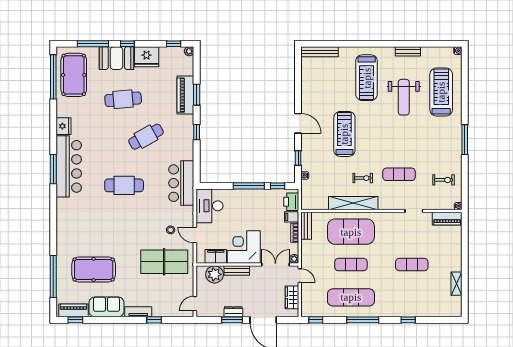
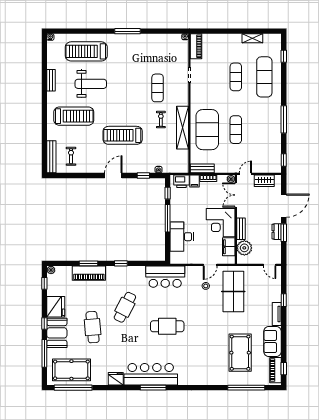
cafe table: (146, 137) -> (125, 307), turned 56
exercise bike: (444, 180) -> (71, 156), moved
cafe table: (124, 185) -> (167, 326), turned 90
desk: (209, 206) -> (182, 237), moved, turned 90
exercise mat: (351, 297) -> (264, 77), moved
window: (408, 320) -> (284, 56), moved

